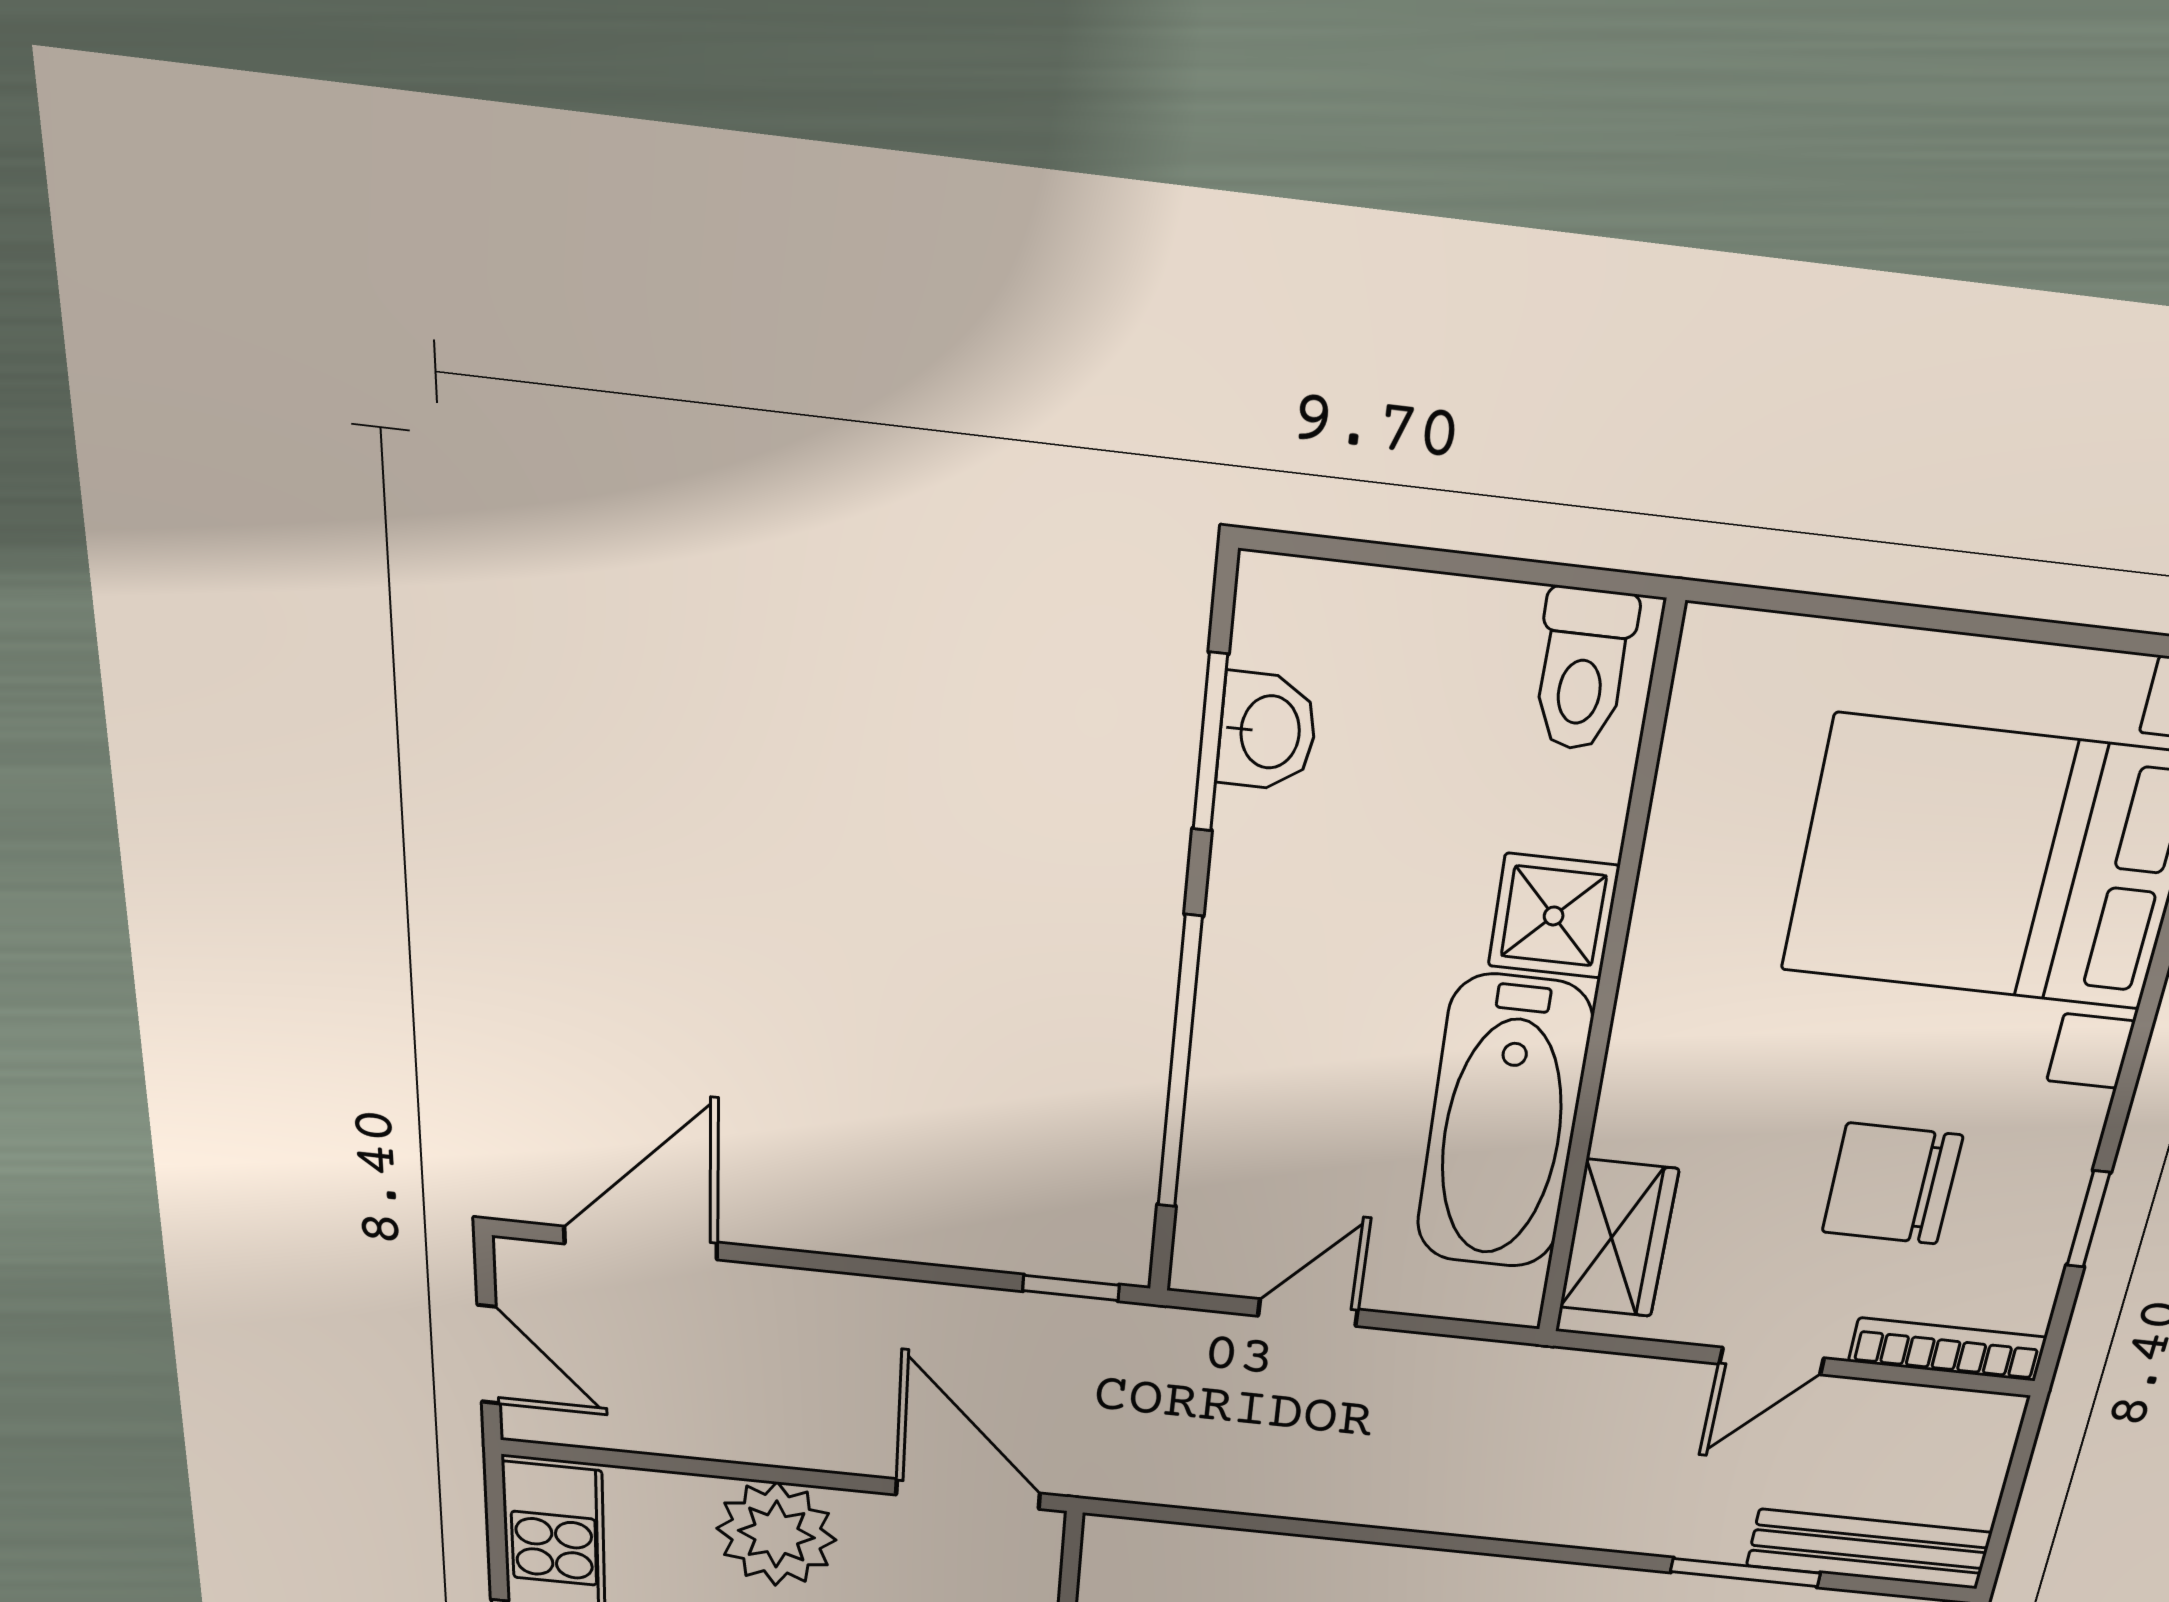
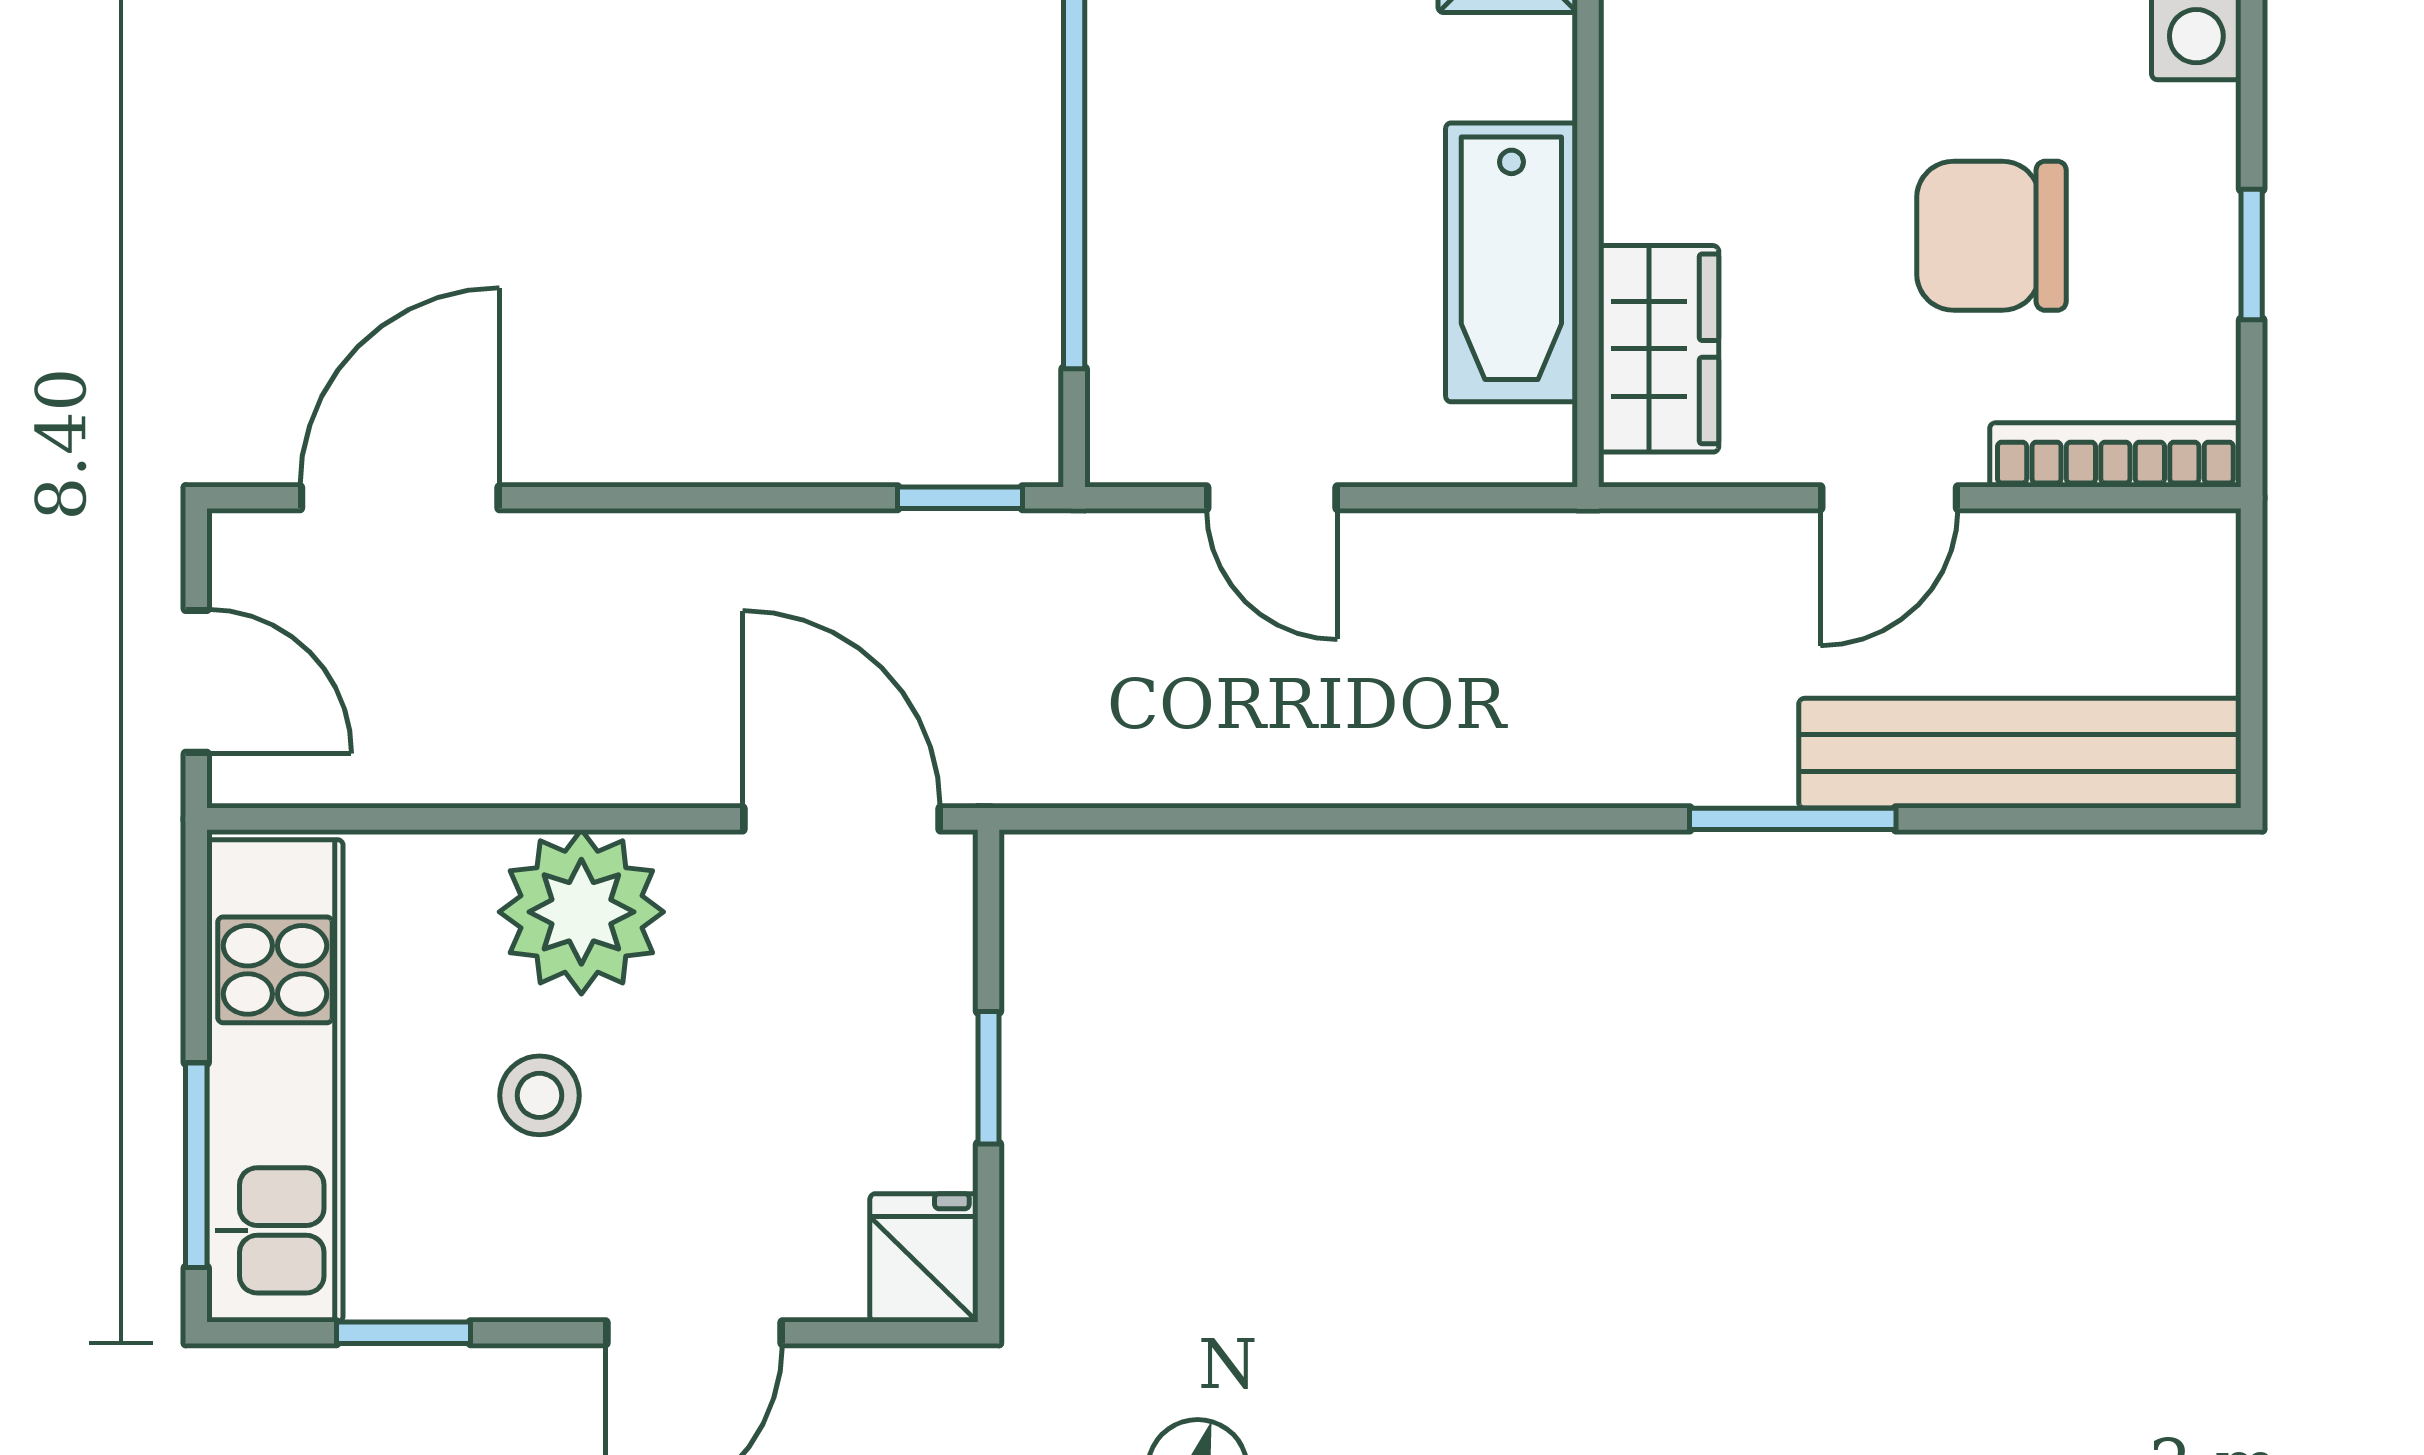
bathtub: (1504, 1124) -> (1511, 262), width x0.73, depth x0.73
door: (1308, 1313) -> (1272, 498), swing flipped
bench: (1869, 1549) -> (2020, 753), width x1.37, depth x1.21
window: (1745, 1572) -> (1793, 819), moved

